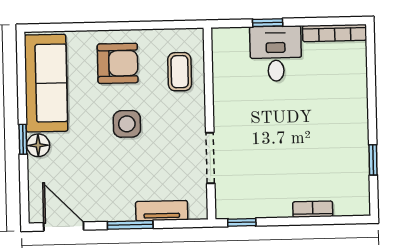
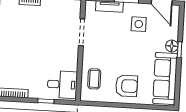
desk: (276, 54) -> (62, 85), moved, turned -90
armchair: (118, 63) -> (126, 86), turned 180
side table: (127, 124) -> (139, 24), moved

